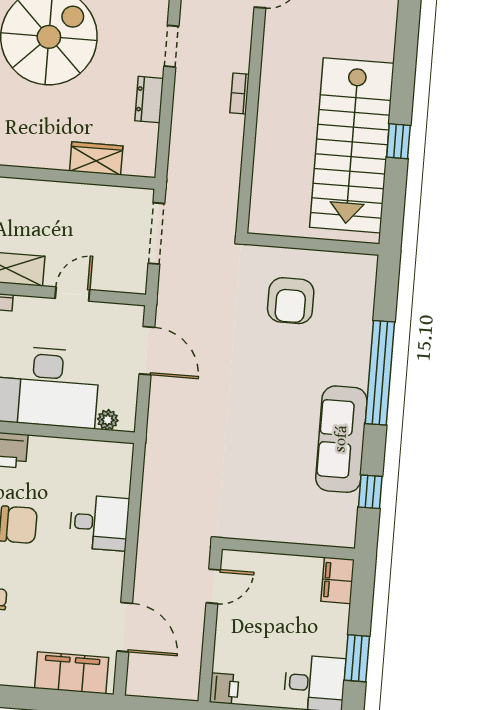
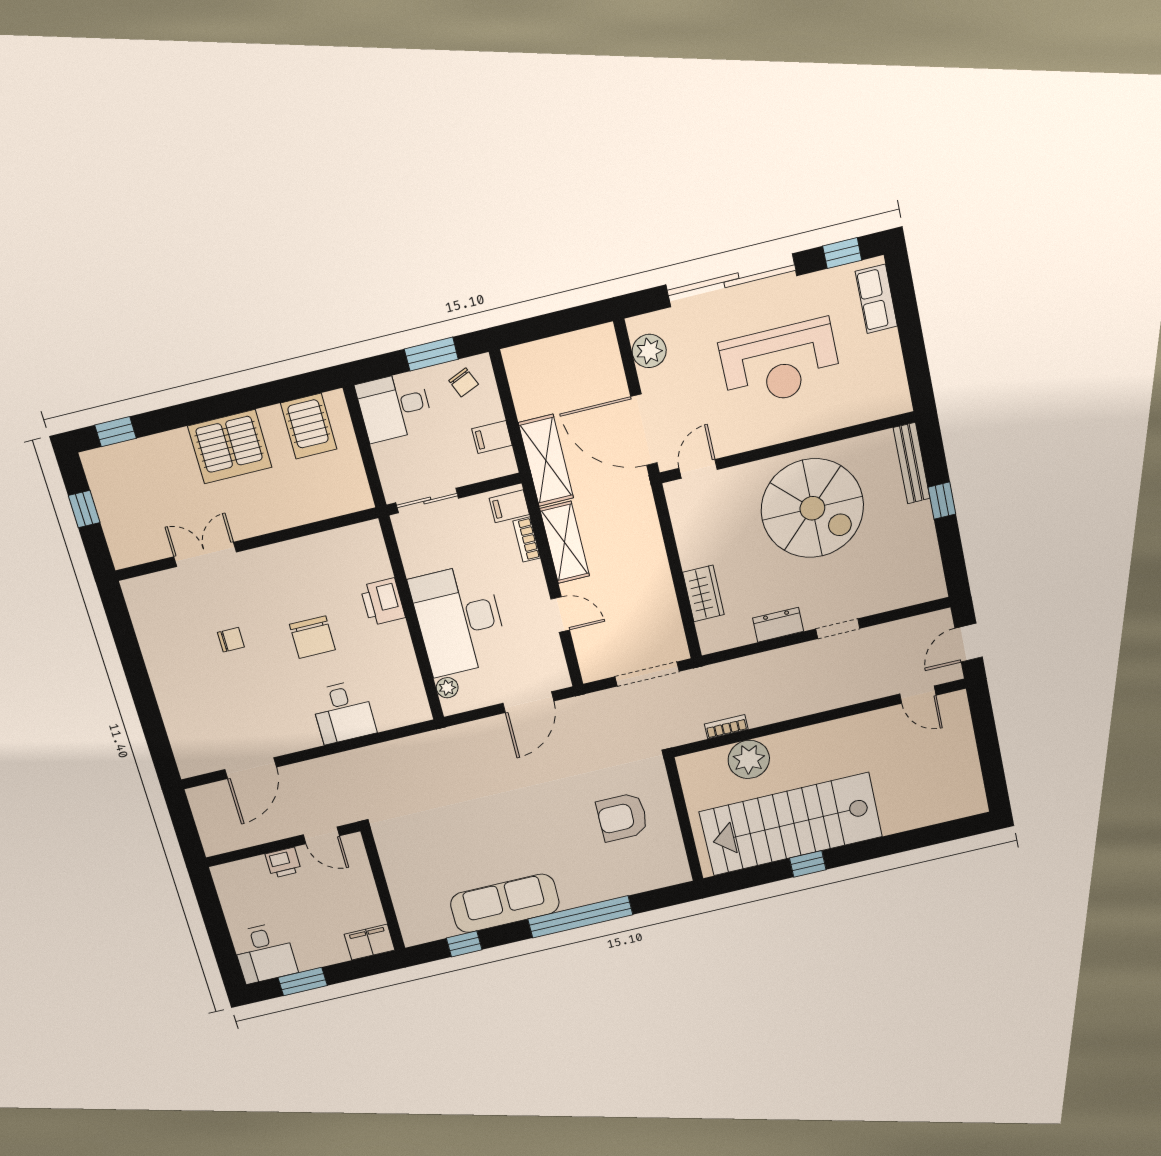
bookcase: (240, 94) -> (726, 727), moved
plant: (273, 165) -> (749, 759), added
filing cabinet: (72, 673) -> (187, 734), removed
printer: (224, 689) -> (283, 863), moved

